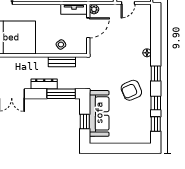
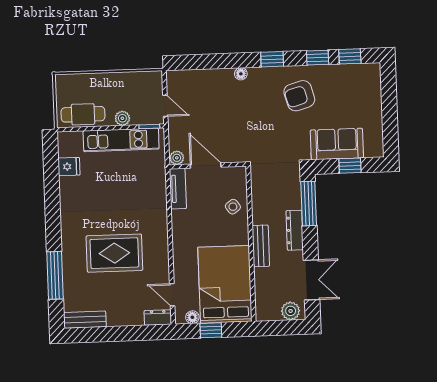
bench: (62, 62) -> (261, 246), moved
armchair: (131, 90) -> (299, 96), turned 97
sofa: (99, 113) -> (337, 144), width x0.73

